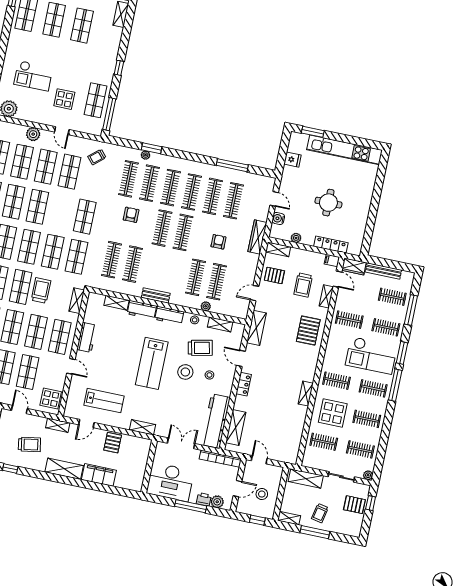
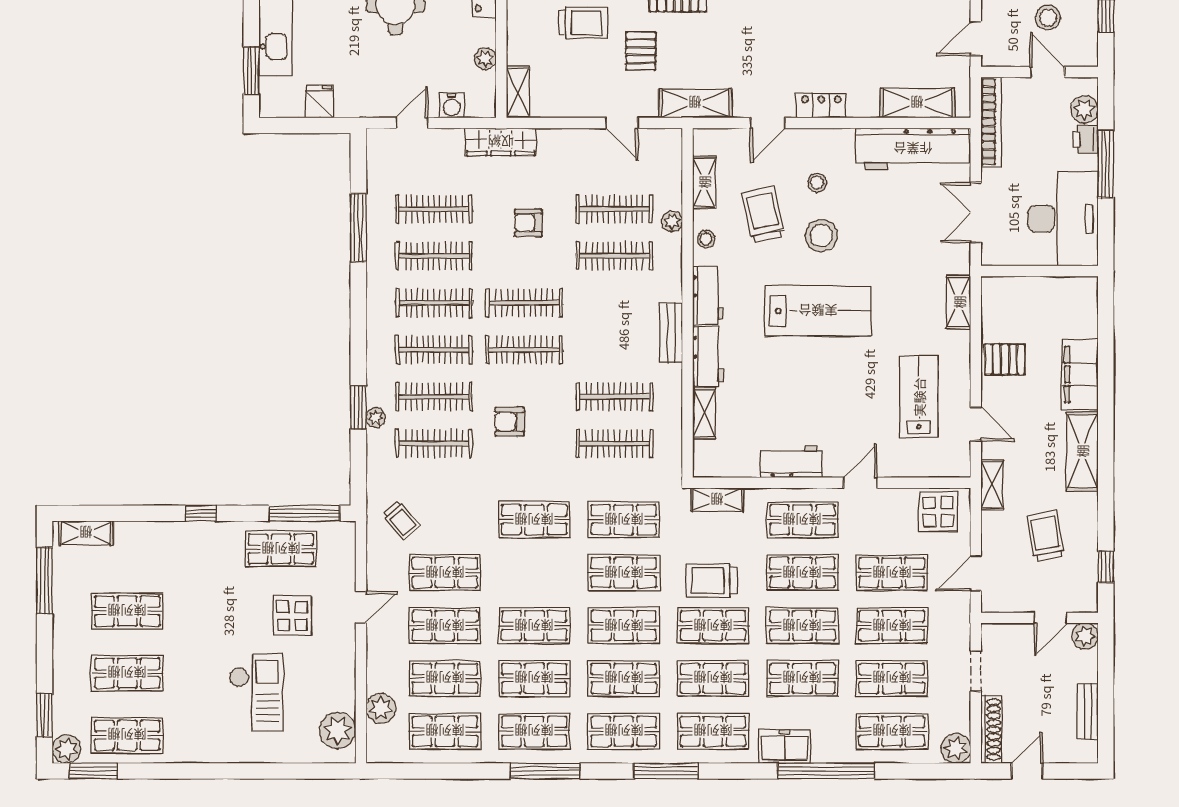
plant: (33, 134) -> (381, 708), moved
pallet: (274, 275) -> (641, 51), moved

